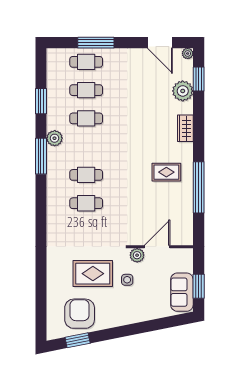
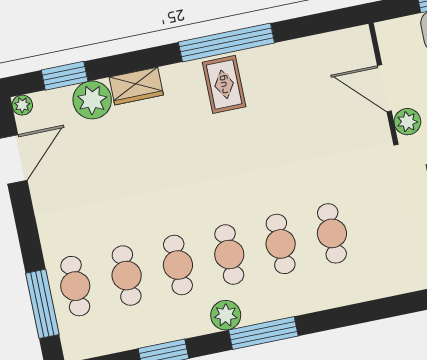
window: (96, 43) -> (42, 304), moved
wardrobe: (185, 128) -> (136, 86), moved
cafe table: (86, 147) -> (229, 254), added
rug: (166, 172) -> (224, 84), moved
window: (199, 187) -> (226, 42), moved

